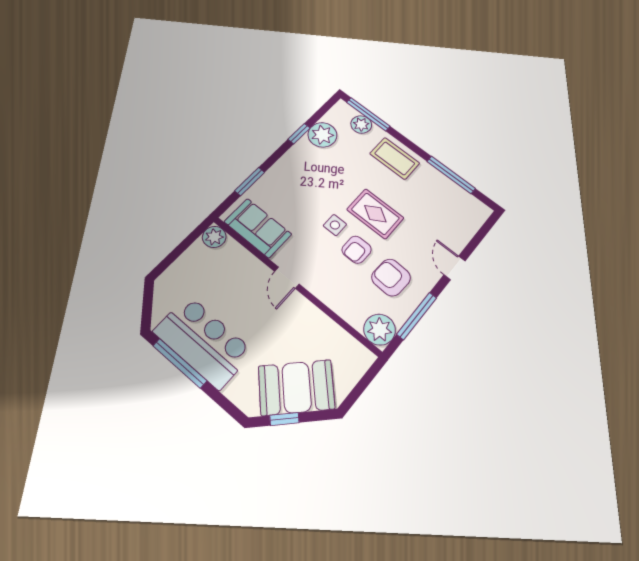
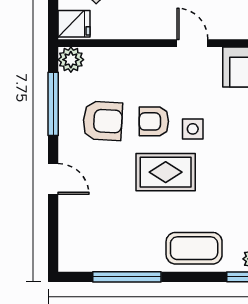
armchair: (357, 250) -> (154, 121), turned -90
plant: (380, 330) -> (71, 60), width x0.73, depth x0.73
fridge: (358, 359) -> (74, 24), added

